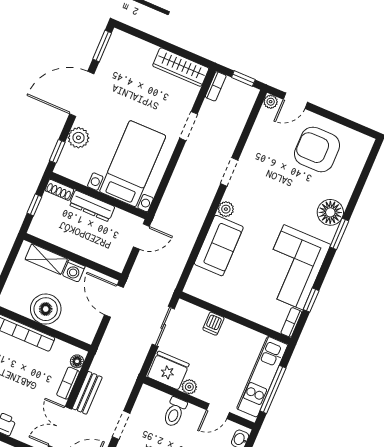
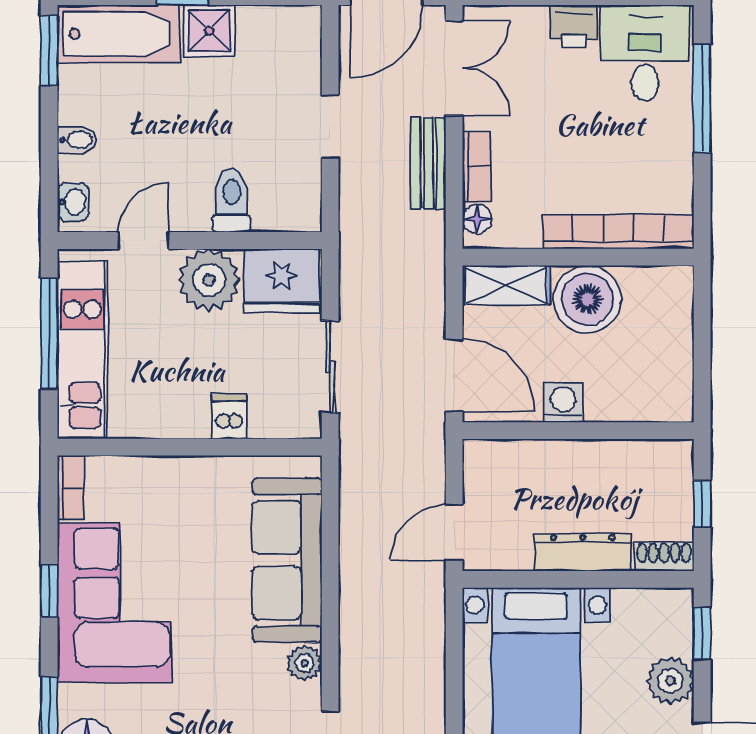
sofa: (219, 246) -> (287, 560), width x1.36
shelving: (46, 259) -> (506, 285), moved
window: (311, 300) -> (49, 591), moved
plant: (189, 387) -> (209, 280), width x1.88, depth x1.88

